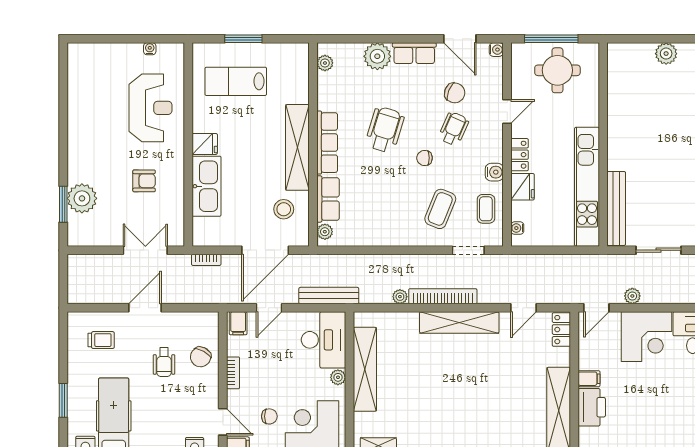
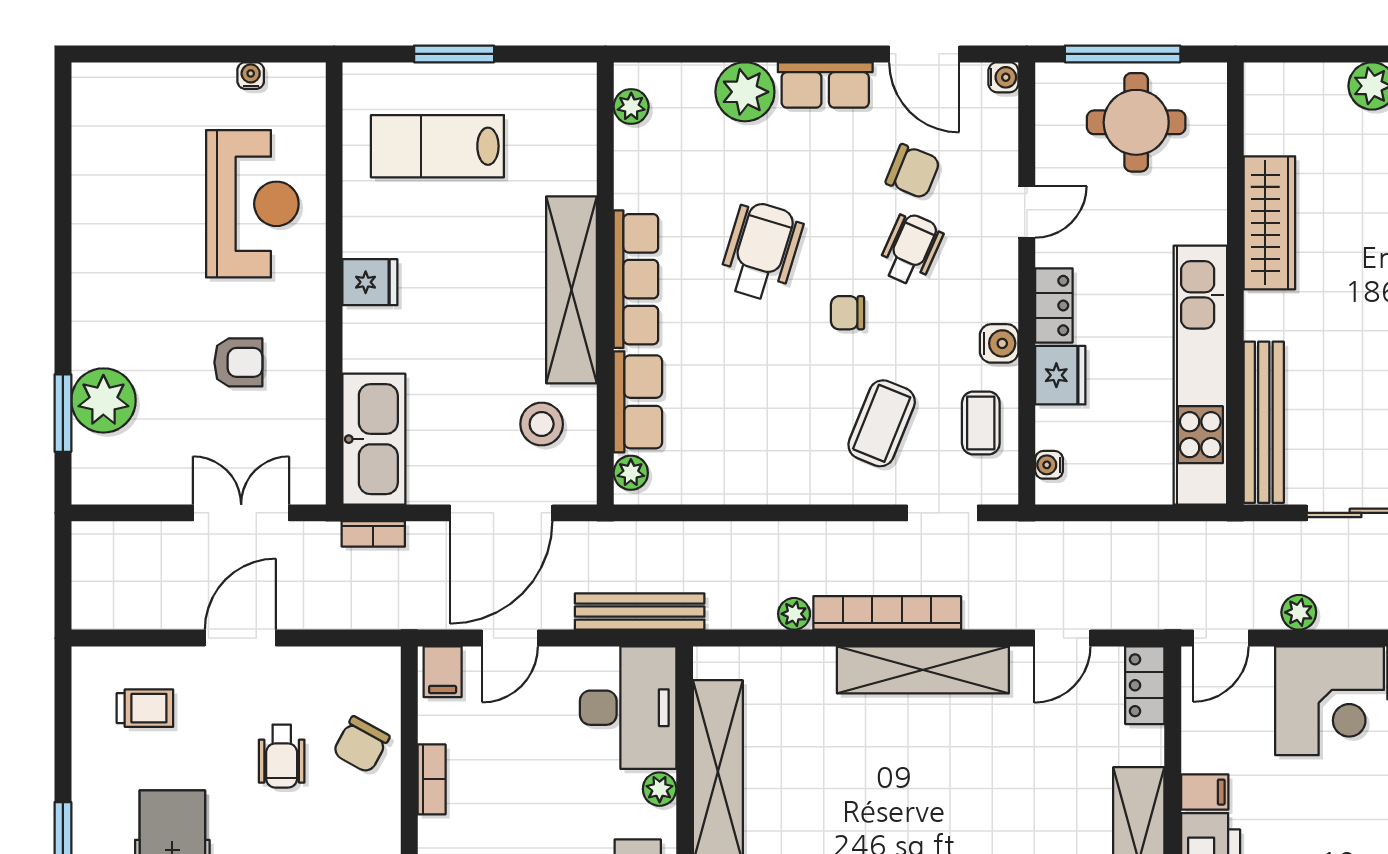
wardrobe: (619, 117) -> (1269, 223), added
kitchen sink: (206, 186) -> (374, 439), moved

